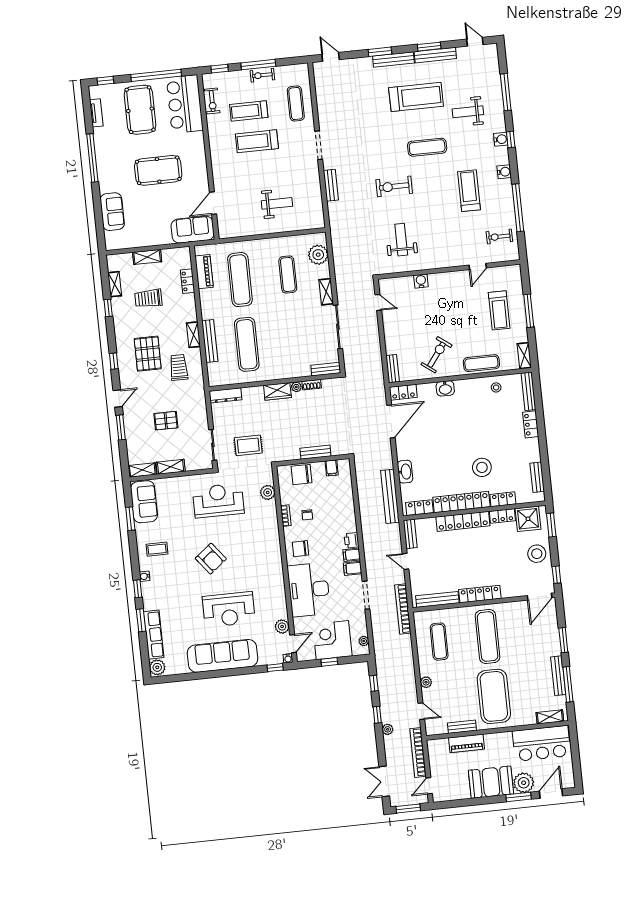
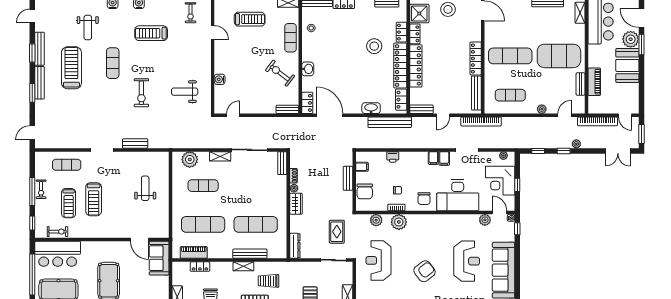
plant: (268, 521) -> (399, 222), added
printer: (351, 540) -> (393, 157), moved

